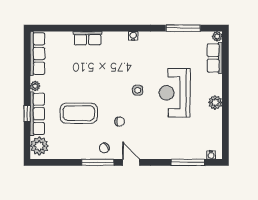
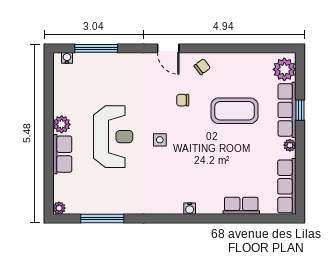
water cooler: (133, 36) -> (190, 209), moved
row of seats: (88, 38) -> (241, 206), moved
row of seats: (215, 58) -> (62, 154), moved
window: (98, 162) -> (210, 48), removed

